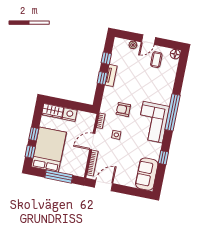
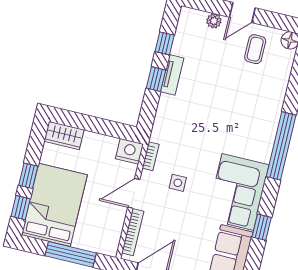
armchair: (123, 110) -> (192, 137), removed
nightstand: (70, 115) -> (129, 151), moved
corner sofa: (153, 122) -> (238, 192), moved

